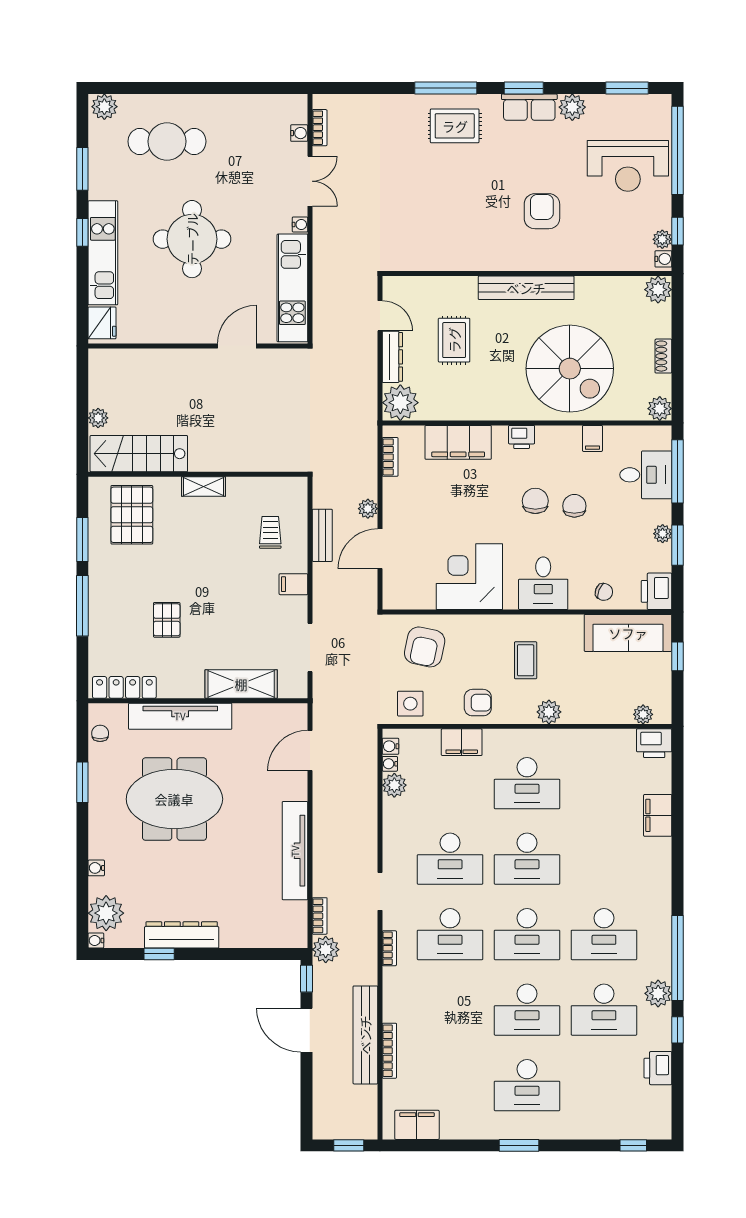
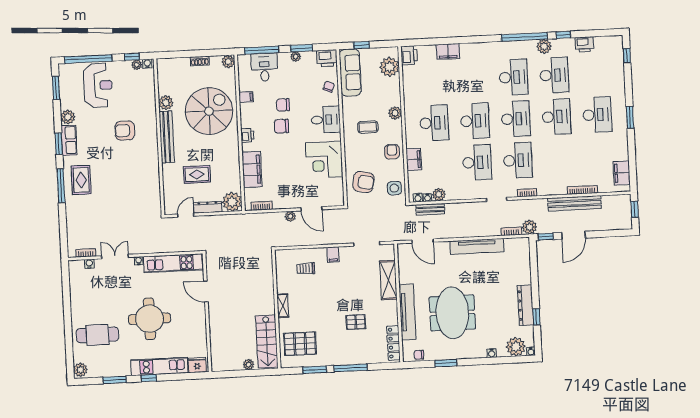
cafe table: (167, 141) -> (97, 335), turned 90
plant: (658, 290) -> (166, 103), moved
bench: (322, 535) -> (430, 209), moved
plant: (643, 714) -> (389, 67), width x1.87, depth x1.87

